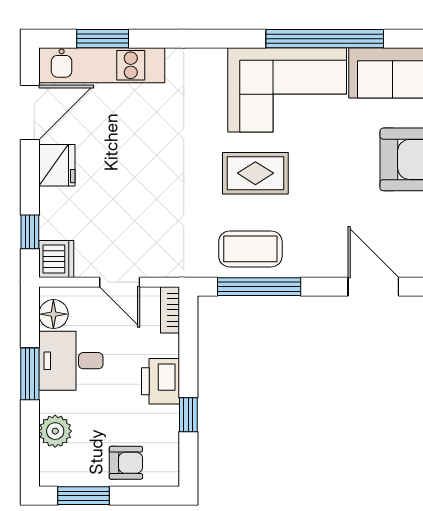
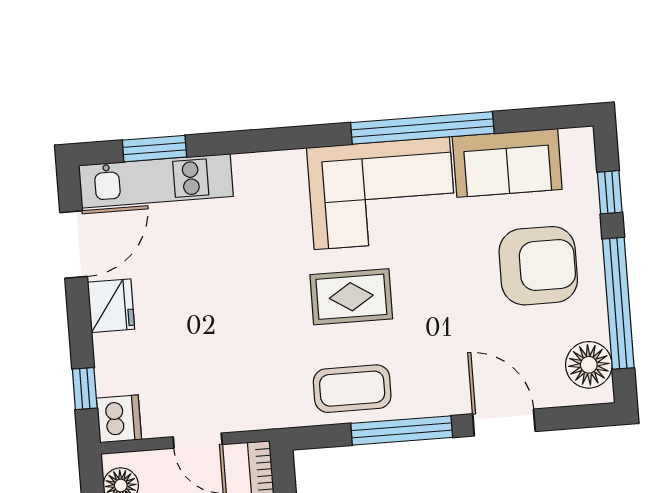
window: (259, 287) -> (402, 430), moved

